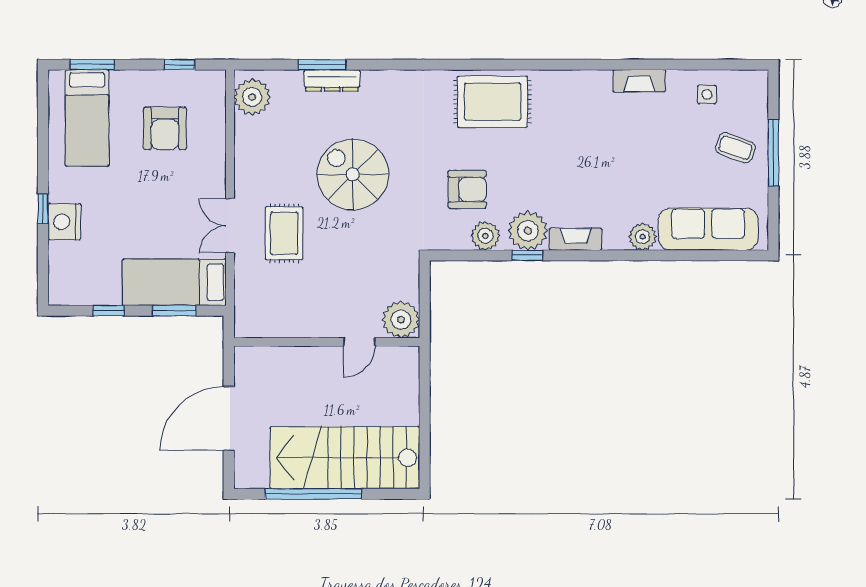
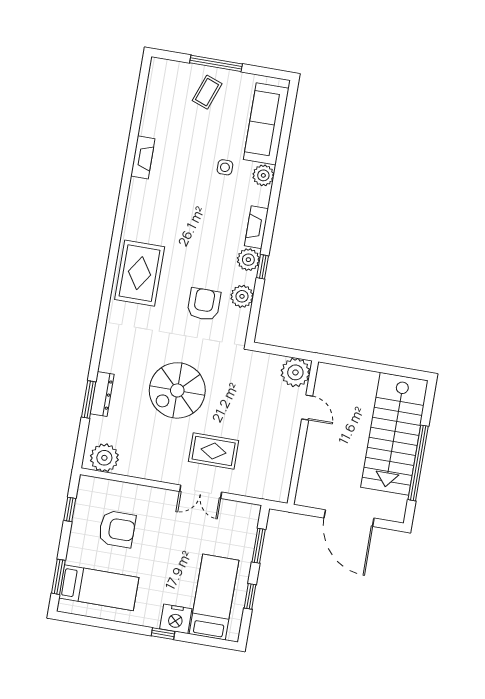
side table: (707, 94) -> (225, 167), moved
plant: (528, 231) -> (248, 260), width x0.73, depth x0.73
bed: (174, 282) -> (214, 597), moved, turned 180

